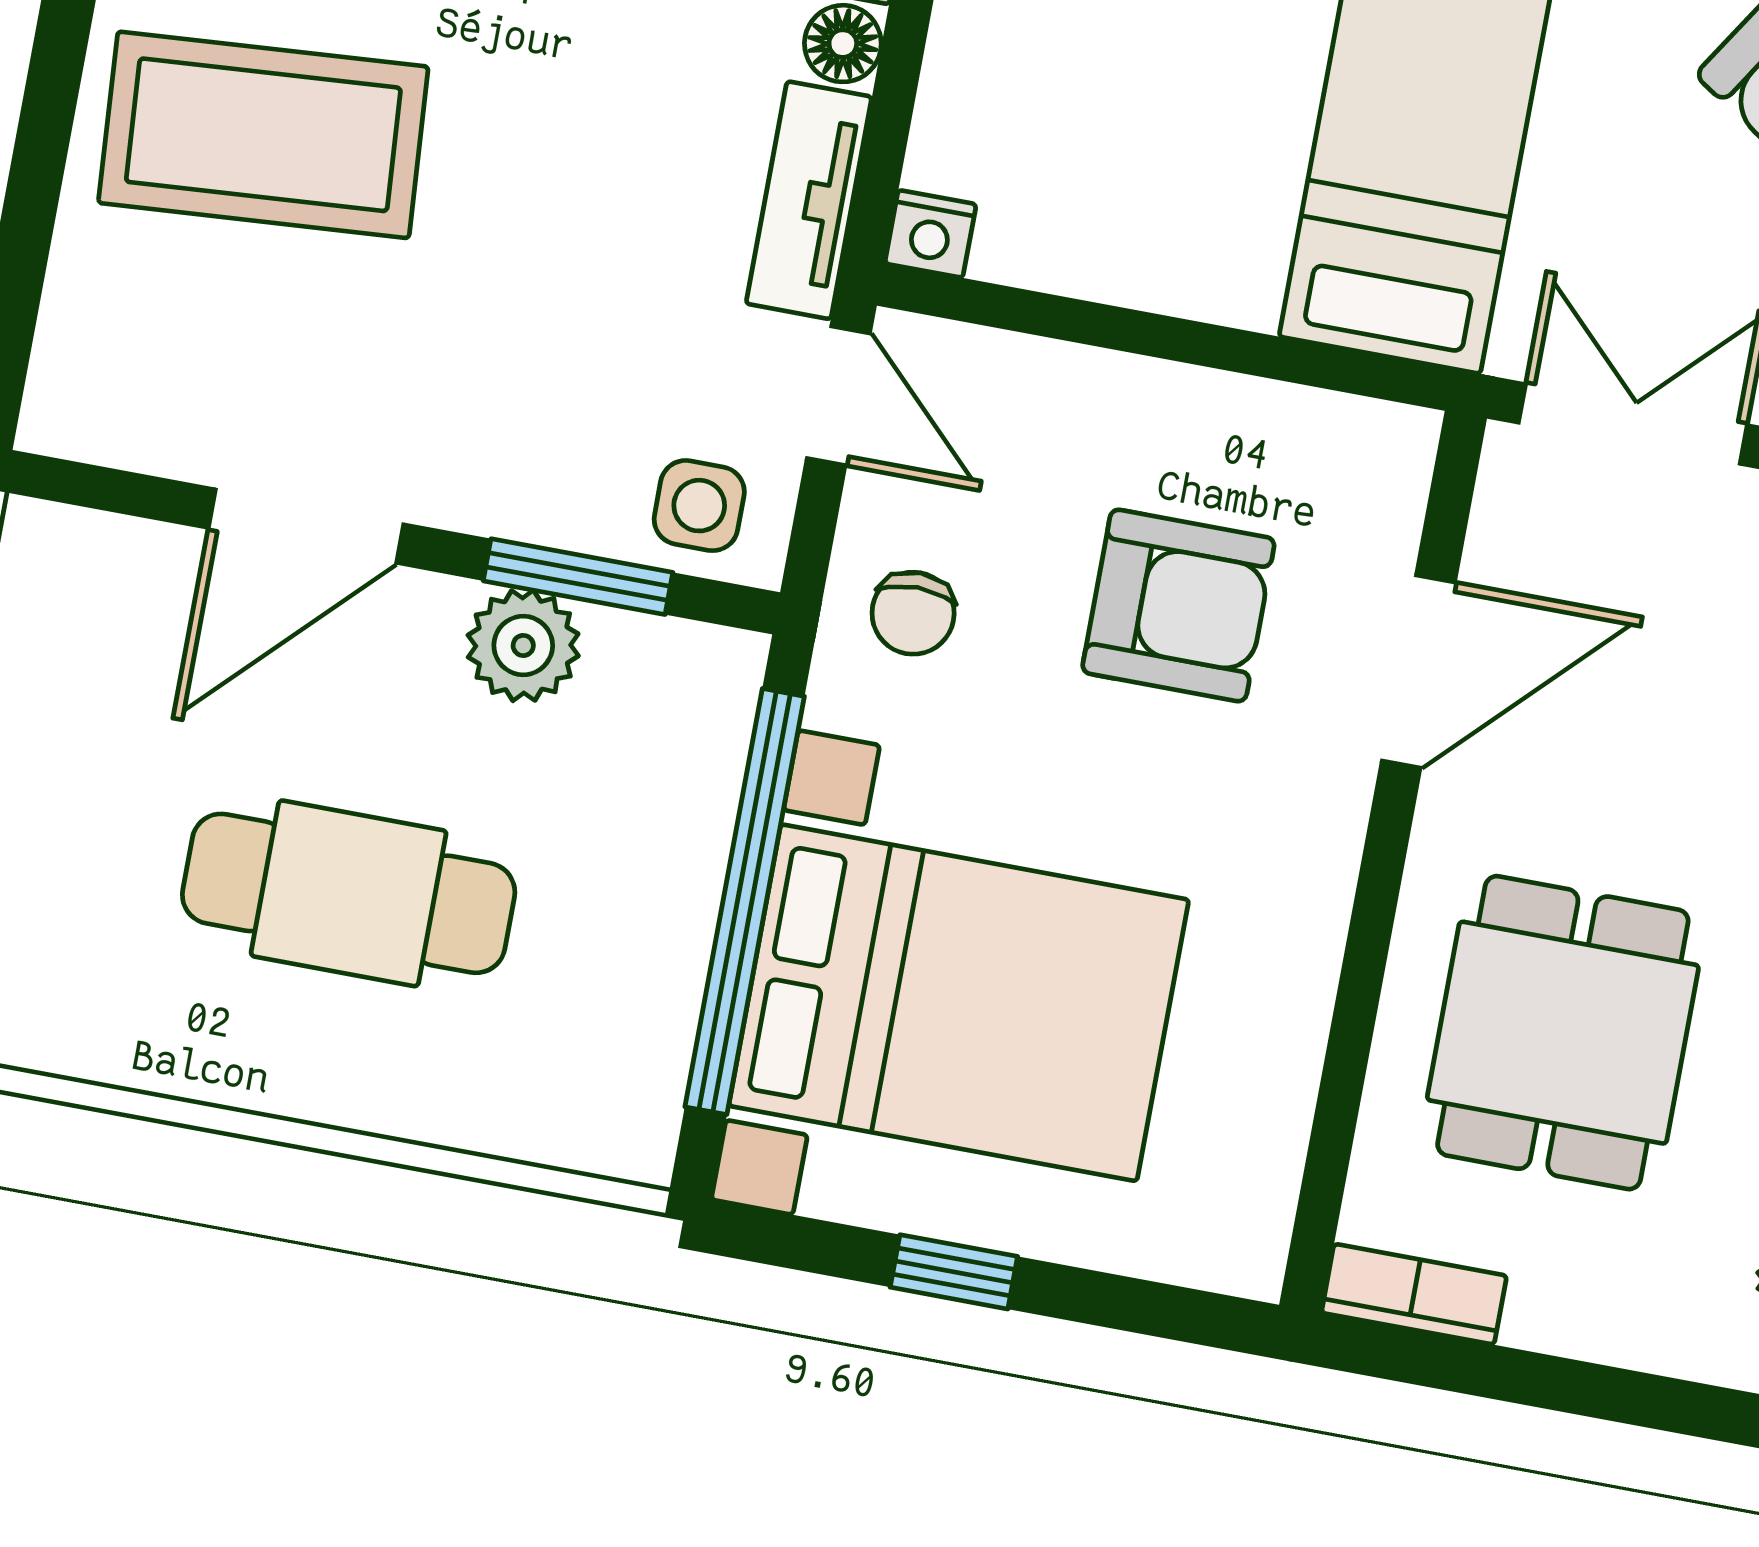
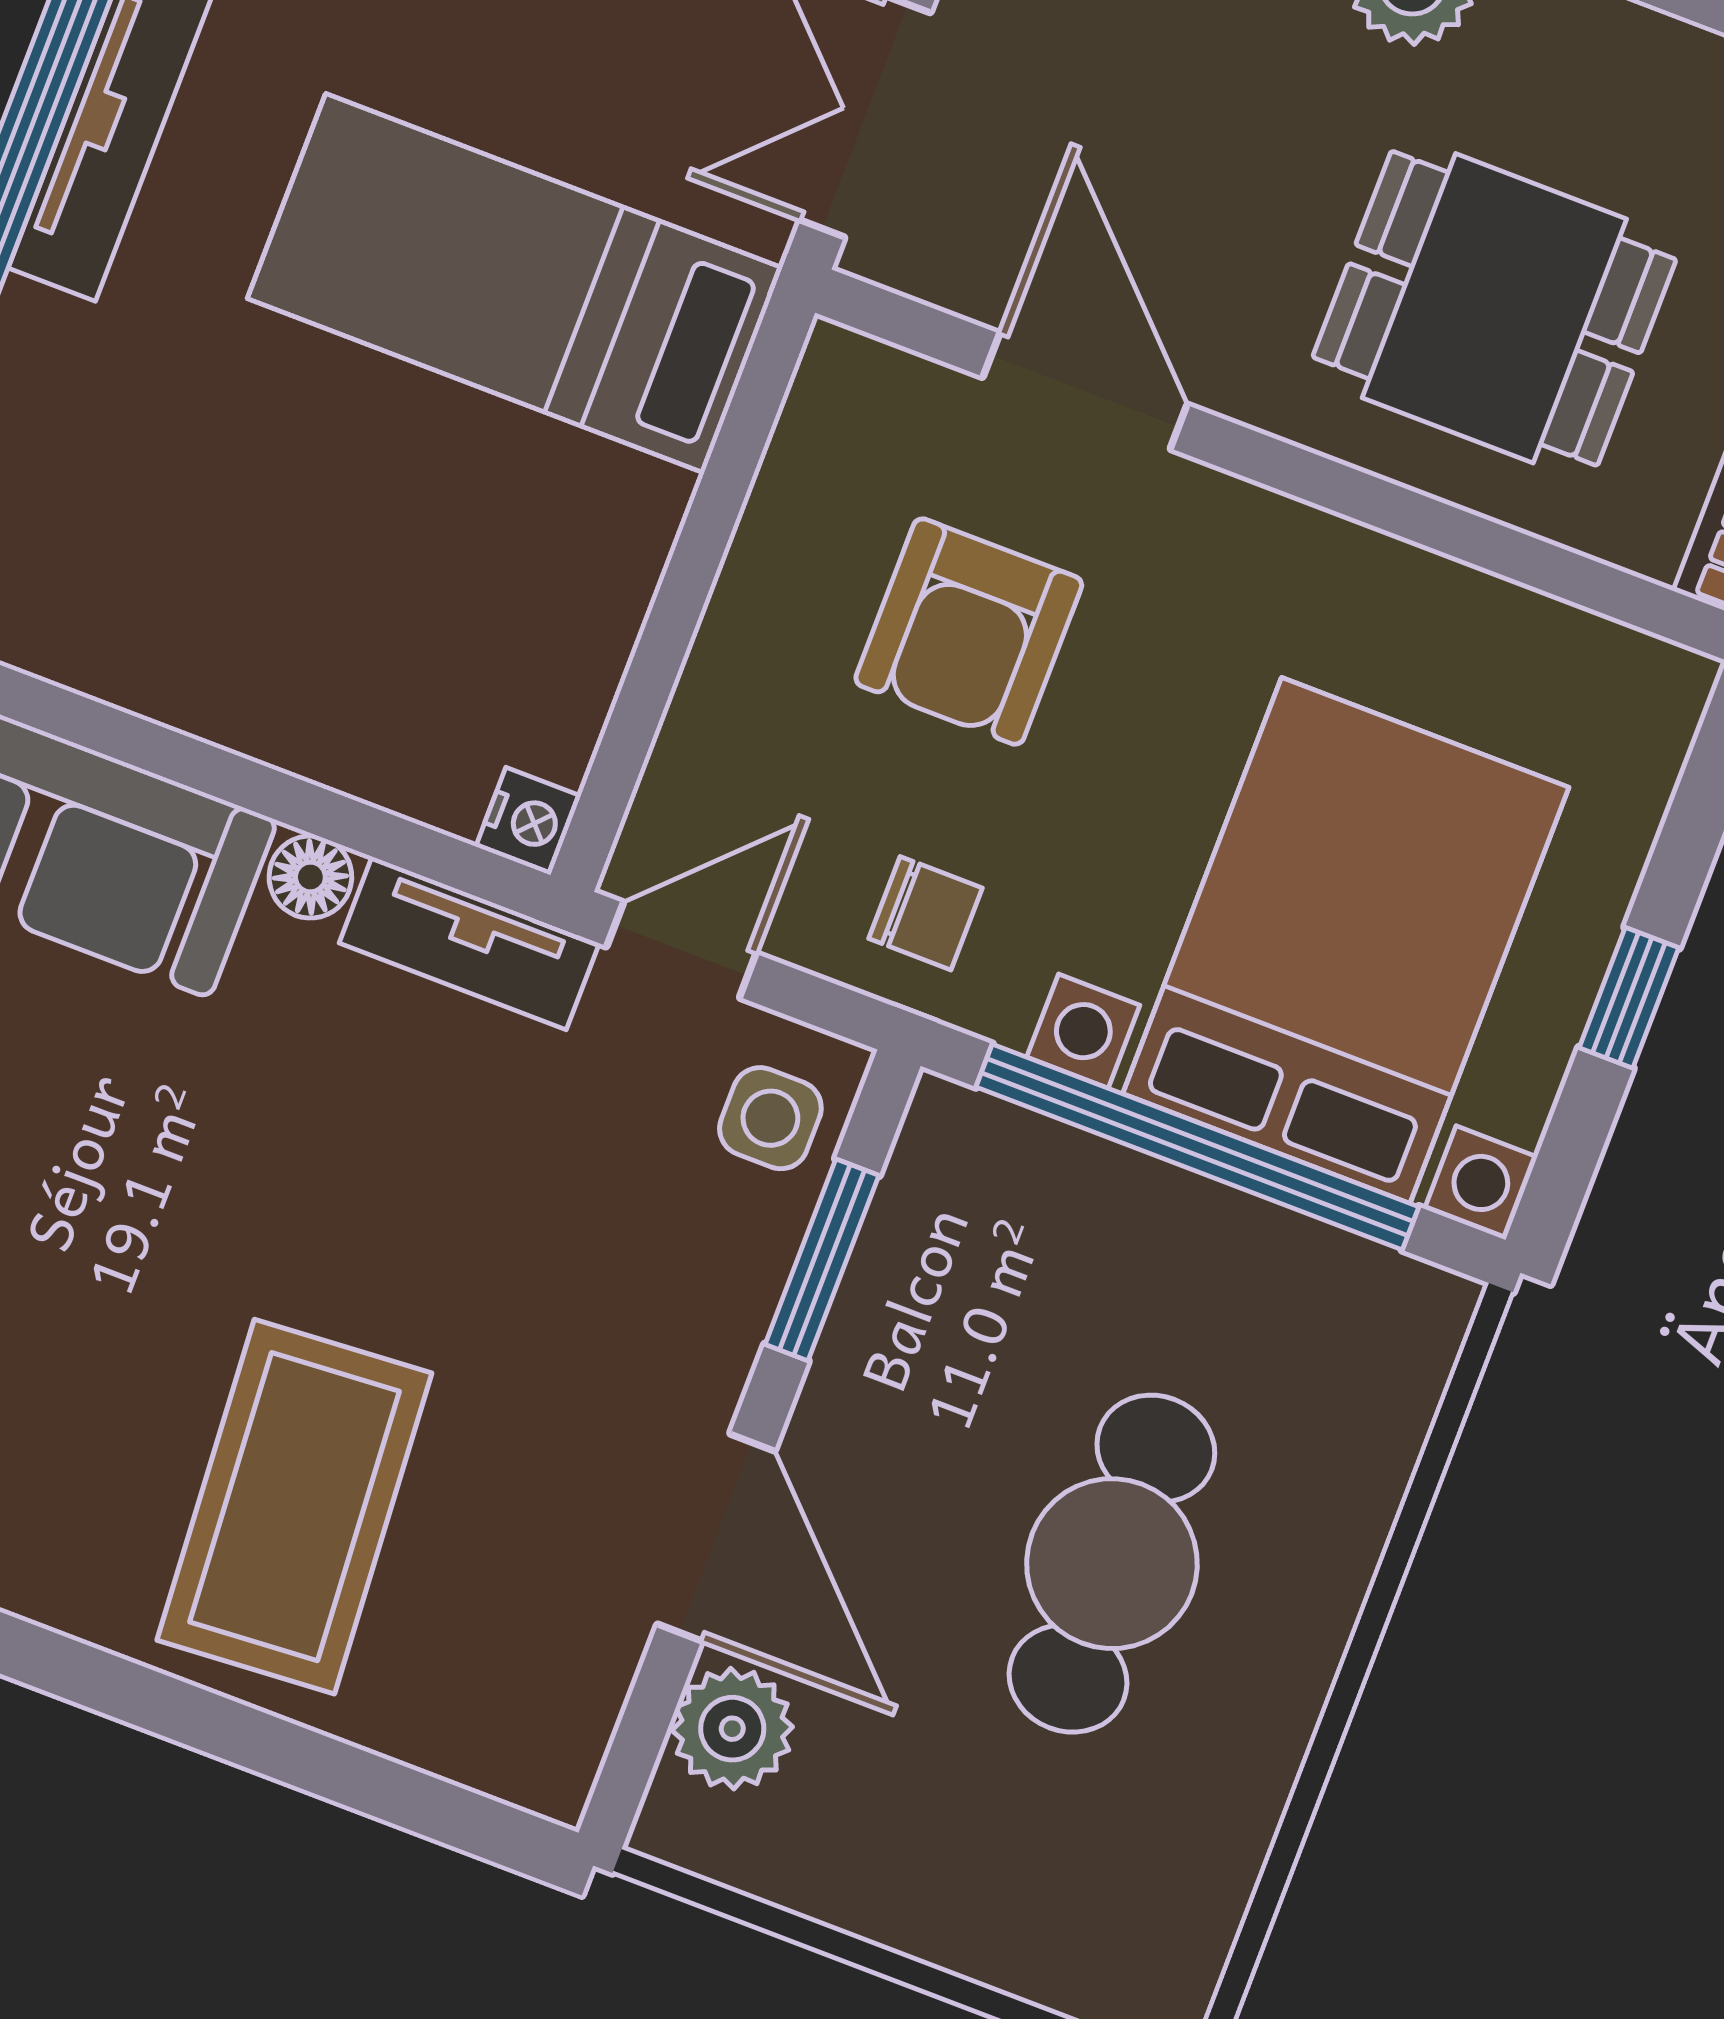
armchair: (1178, 605) -> (969, 632), turned 180
plant: (523, 645) -> (732, 1729), moved

